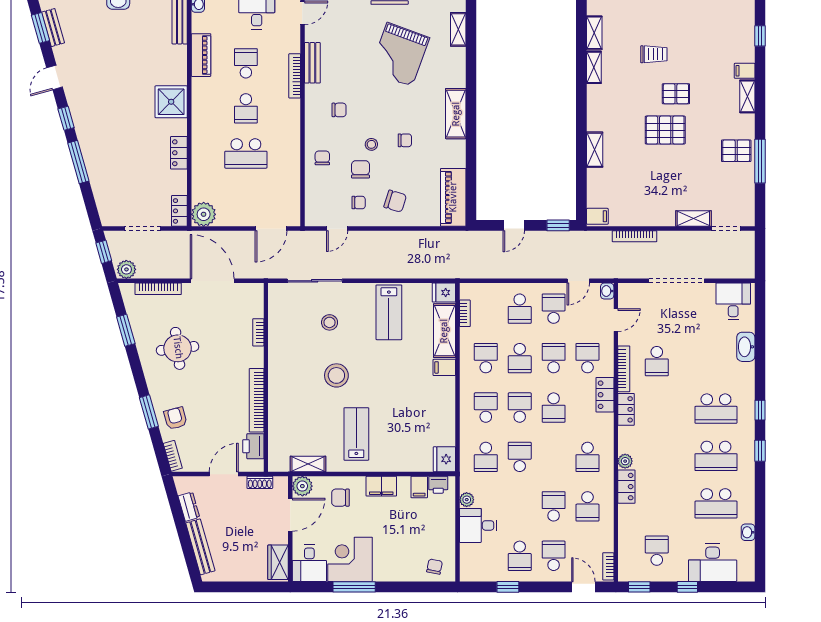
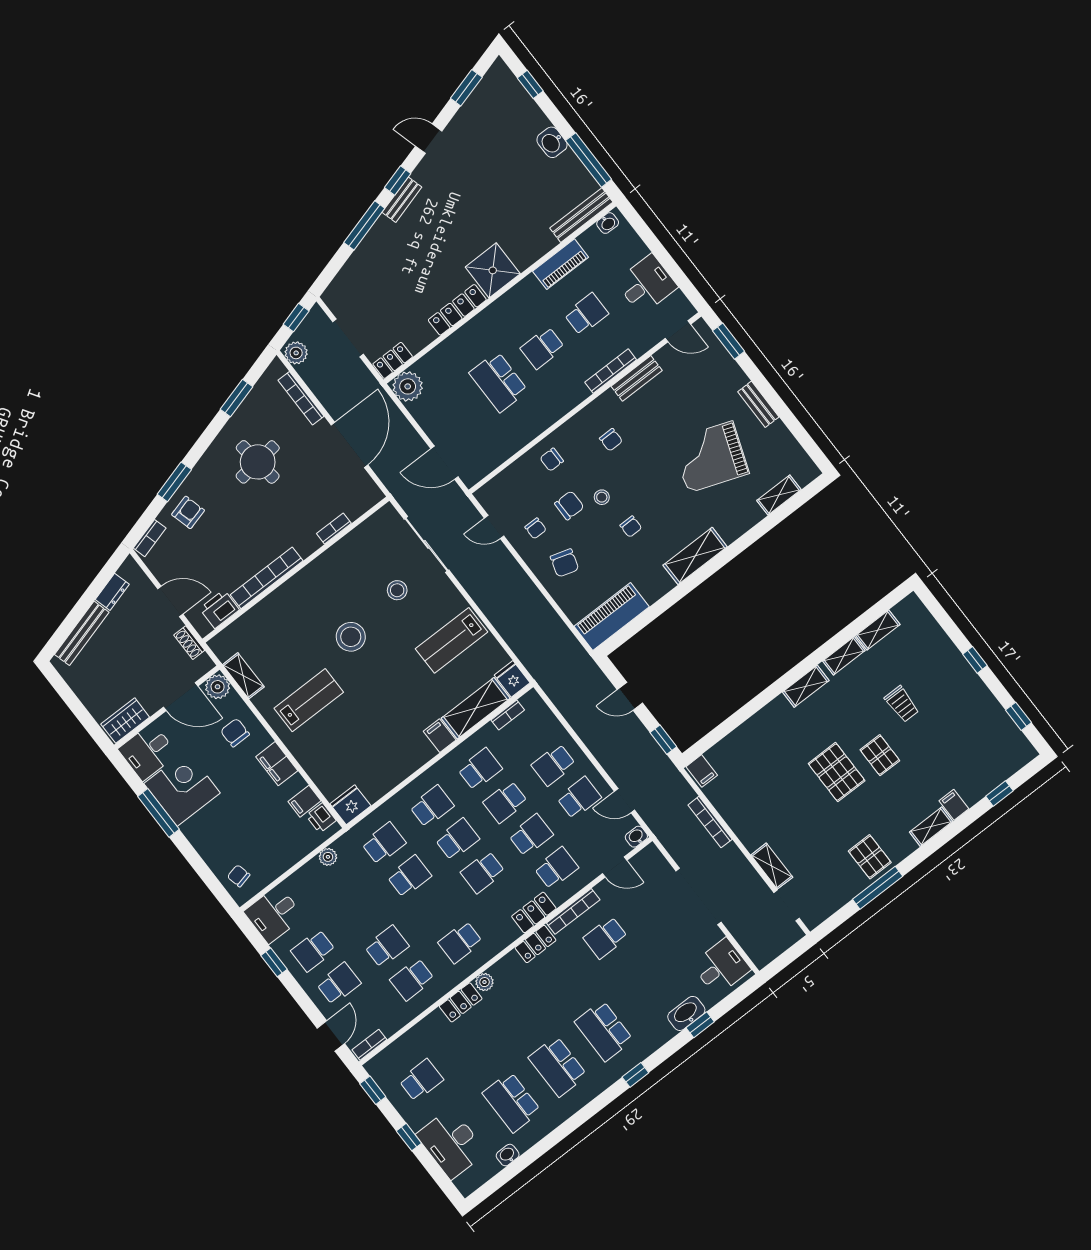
bench: (53, 28) -> (402, 200), moved
shelving: (595, 150) -> (806, 686), moved
locker: (179, 153) -> (457, 310), width x1.53
chair: (322, 158) -> (552, 460), turned 180
window: (760, 451) -> (700, 1025), moved
school desk: (486, 457) -> (384, 843), turned 180
desk: (478, 525) -> (274, 914), moved, turned -90
chair: (435, 567) -> (239, 876), turned -114

